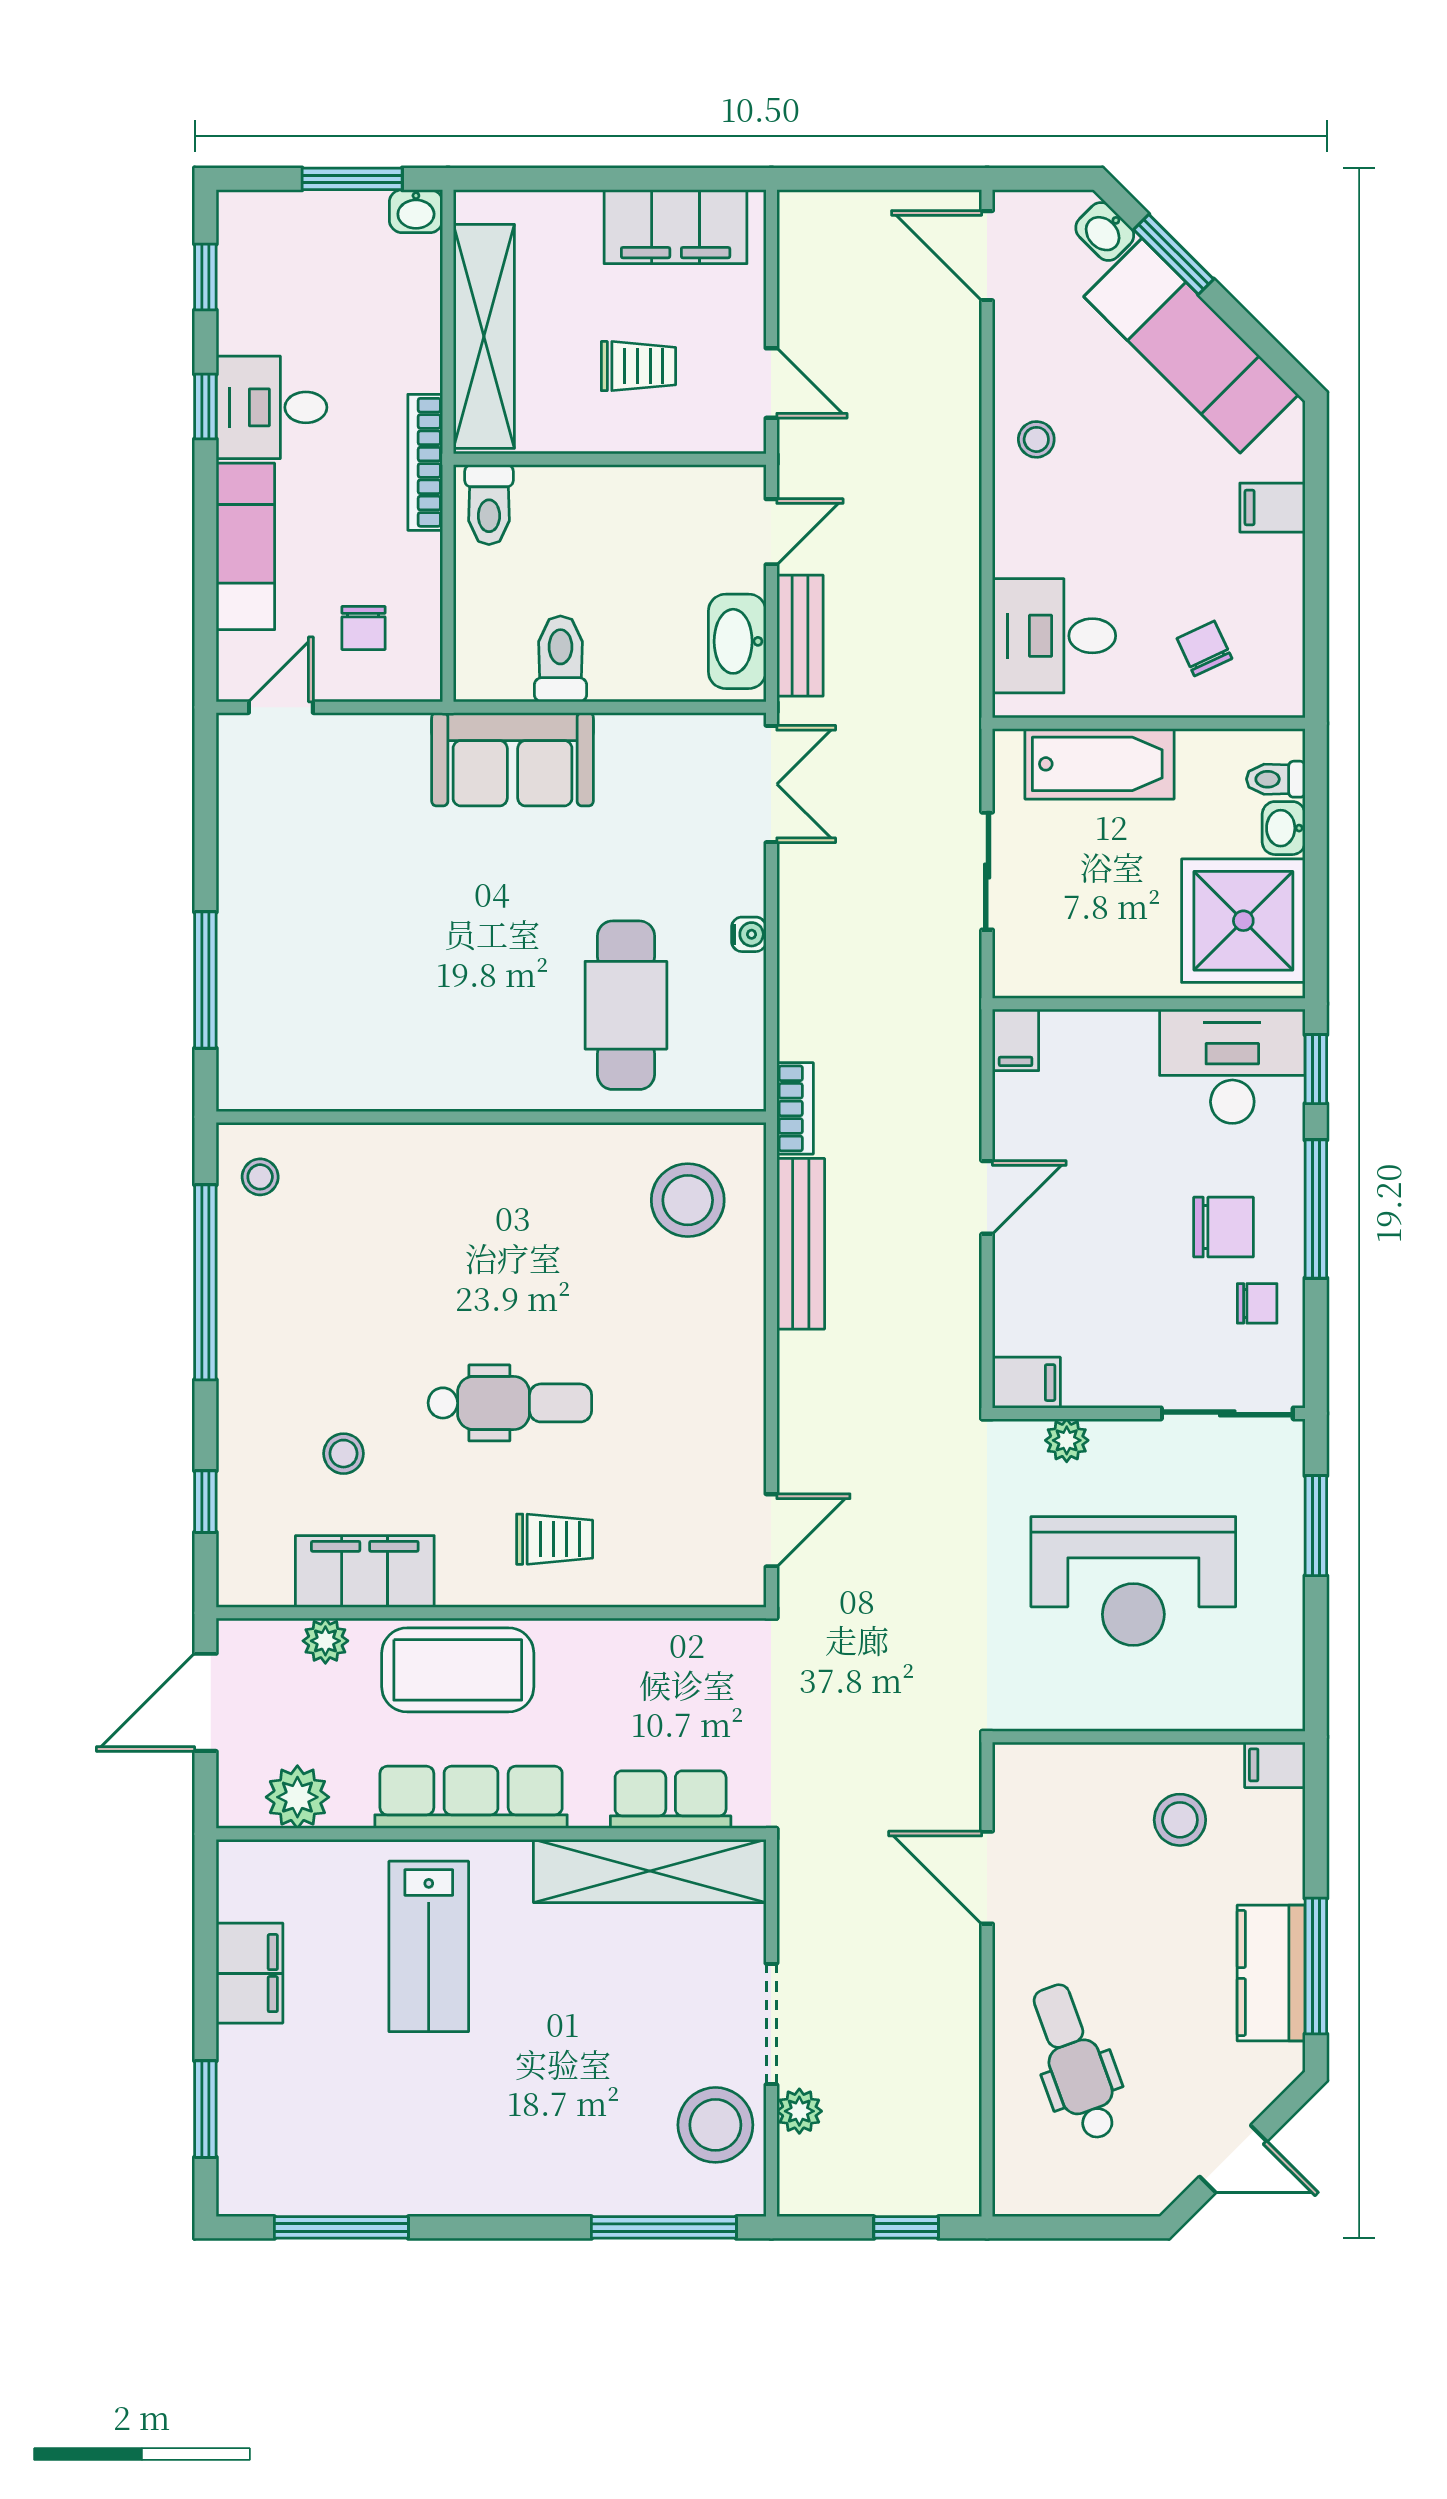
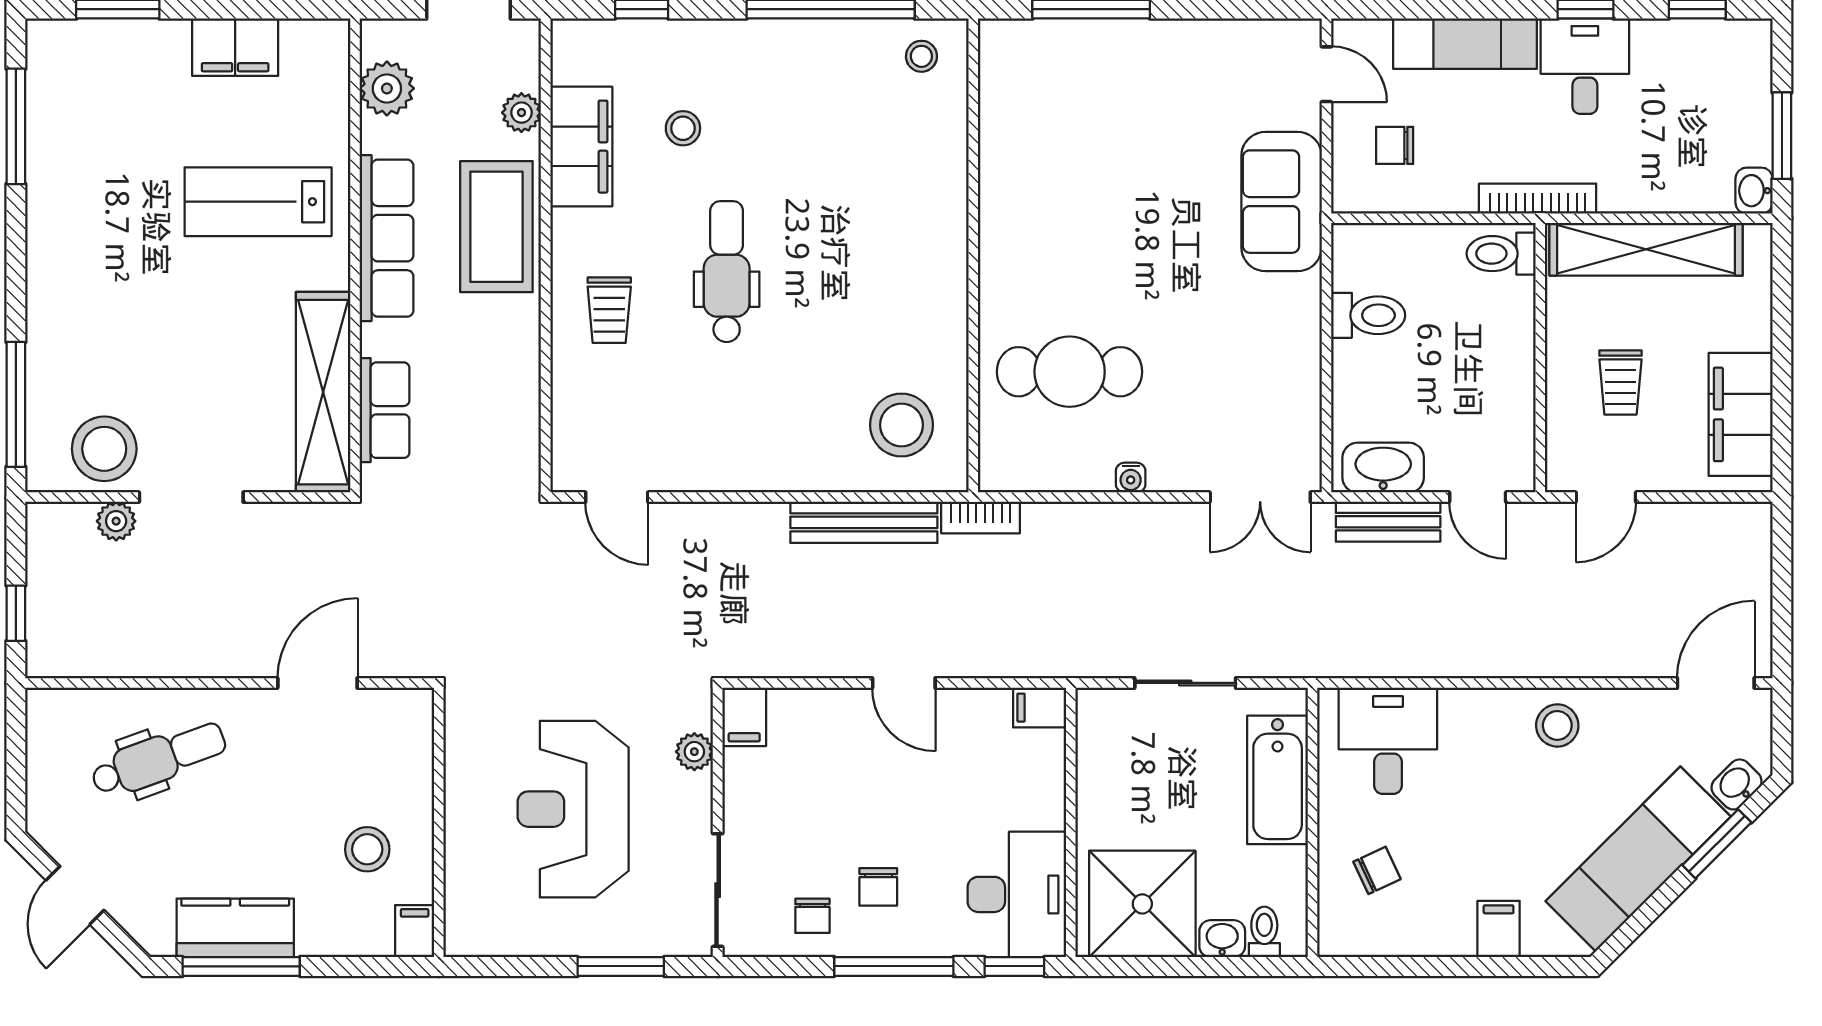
stool: (1036, 439) -> (1557, 725), width x1.37, depth x1.37
sofa: (512, 759) -> (1282, 202), moved
chair: (1224, 1227) -> (878, 887), width x0.73, depth x0.73
dental chair: (510, 1403) -> (727, 272), turned 180

